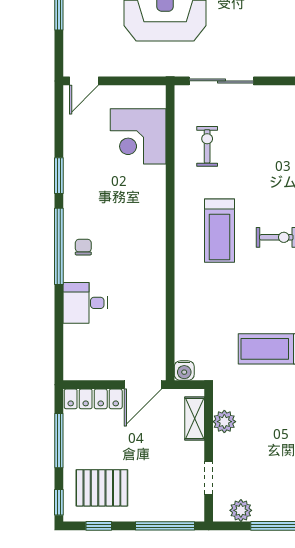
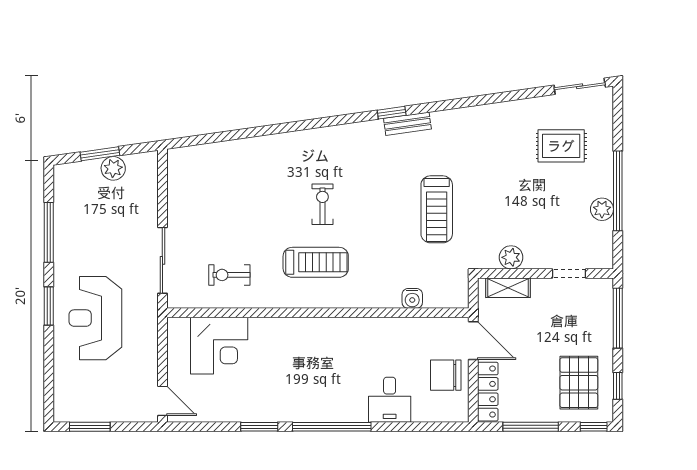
chair: (83, 247) -> (446, 375), moved, width x1.87, depth x1.87
water cooler: (184, 371) -> (412, 298), moved, turned 90
plant: (241, 510) -> (602, 209), moved

